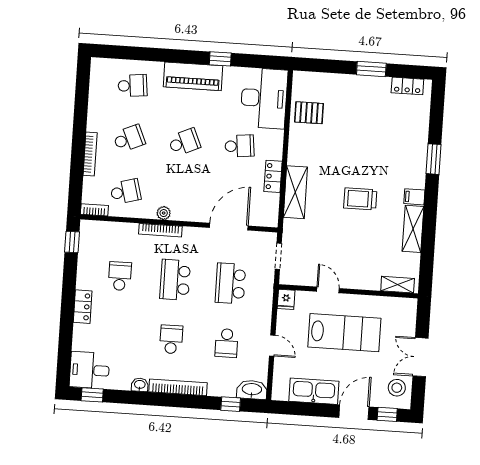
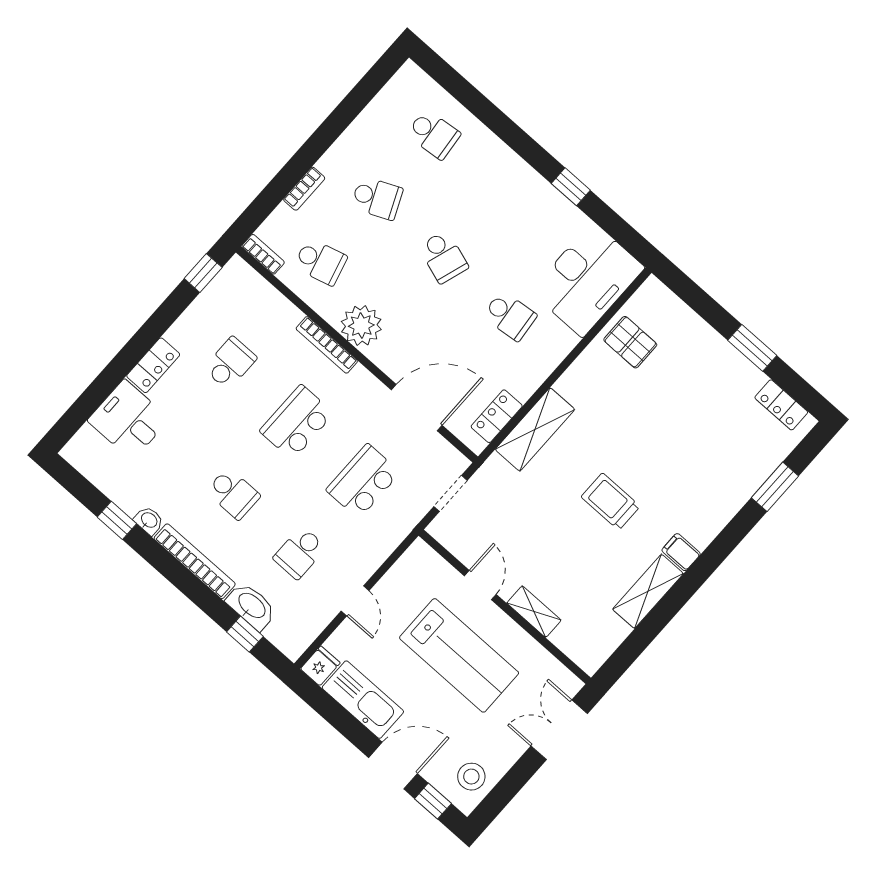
piano: (193, 76) -> (519, 182), removed
school desk: (184, 142) -> (443, 257), turned 42
bookcase: (90, 154) -> (304, 189), width x0.64
window: (434, 159) -> (775, 487), moved
locker: (273, 176) -> (497, 416), moved
plant: (164, 213) -> (361, 326), width x1.87, depth x1.87
shelving: (398, 285) -> (534, 612), moved
fridge: (286, 299) -> (320, 666), moved, turned 180
school desk: (171, 339) -> (233, 494), turned 90
double door: (420, 357) -> (559, 730), moved
desk: (89, 370) -> (128, 420), moved
washbasin: (252, 390) -> (251, 606), moved
window: (92, 395) -> (117, 520), moved

